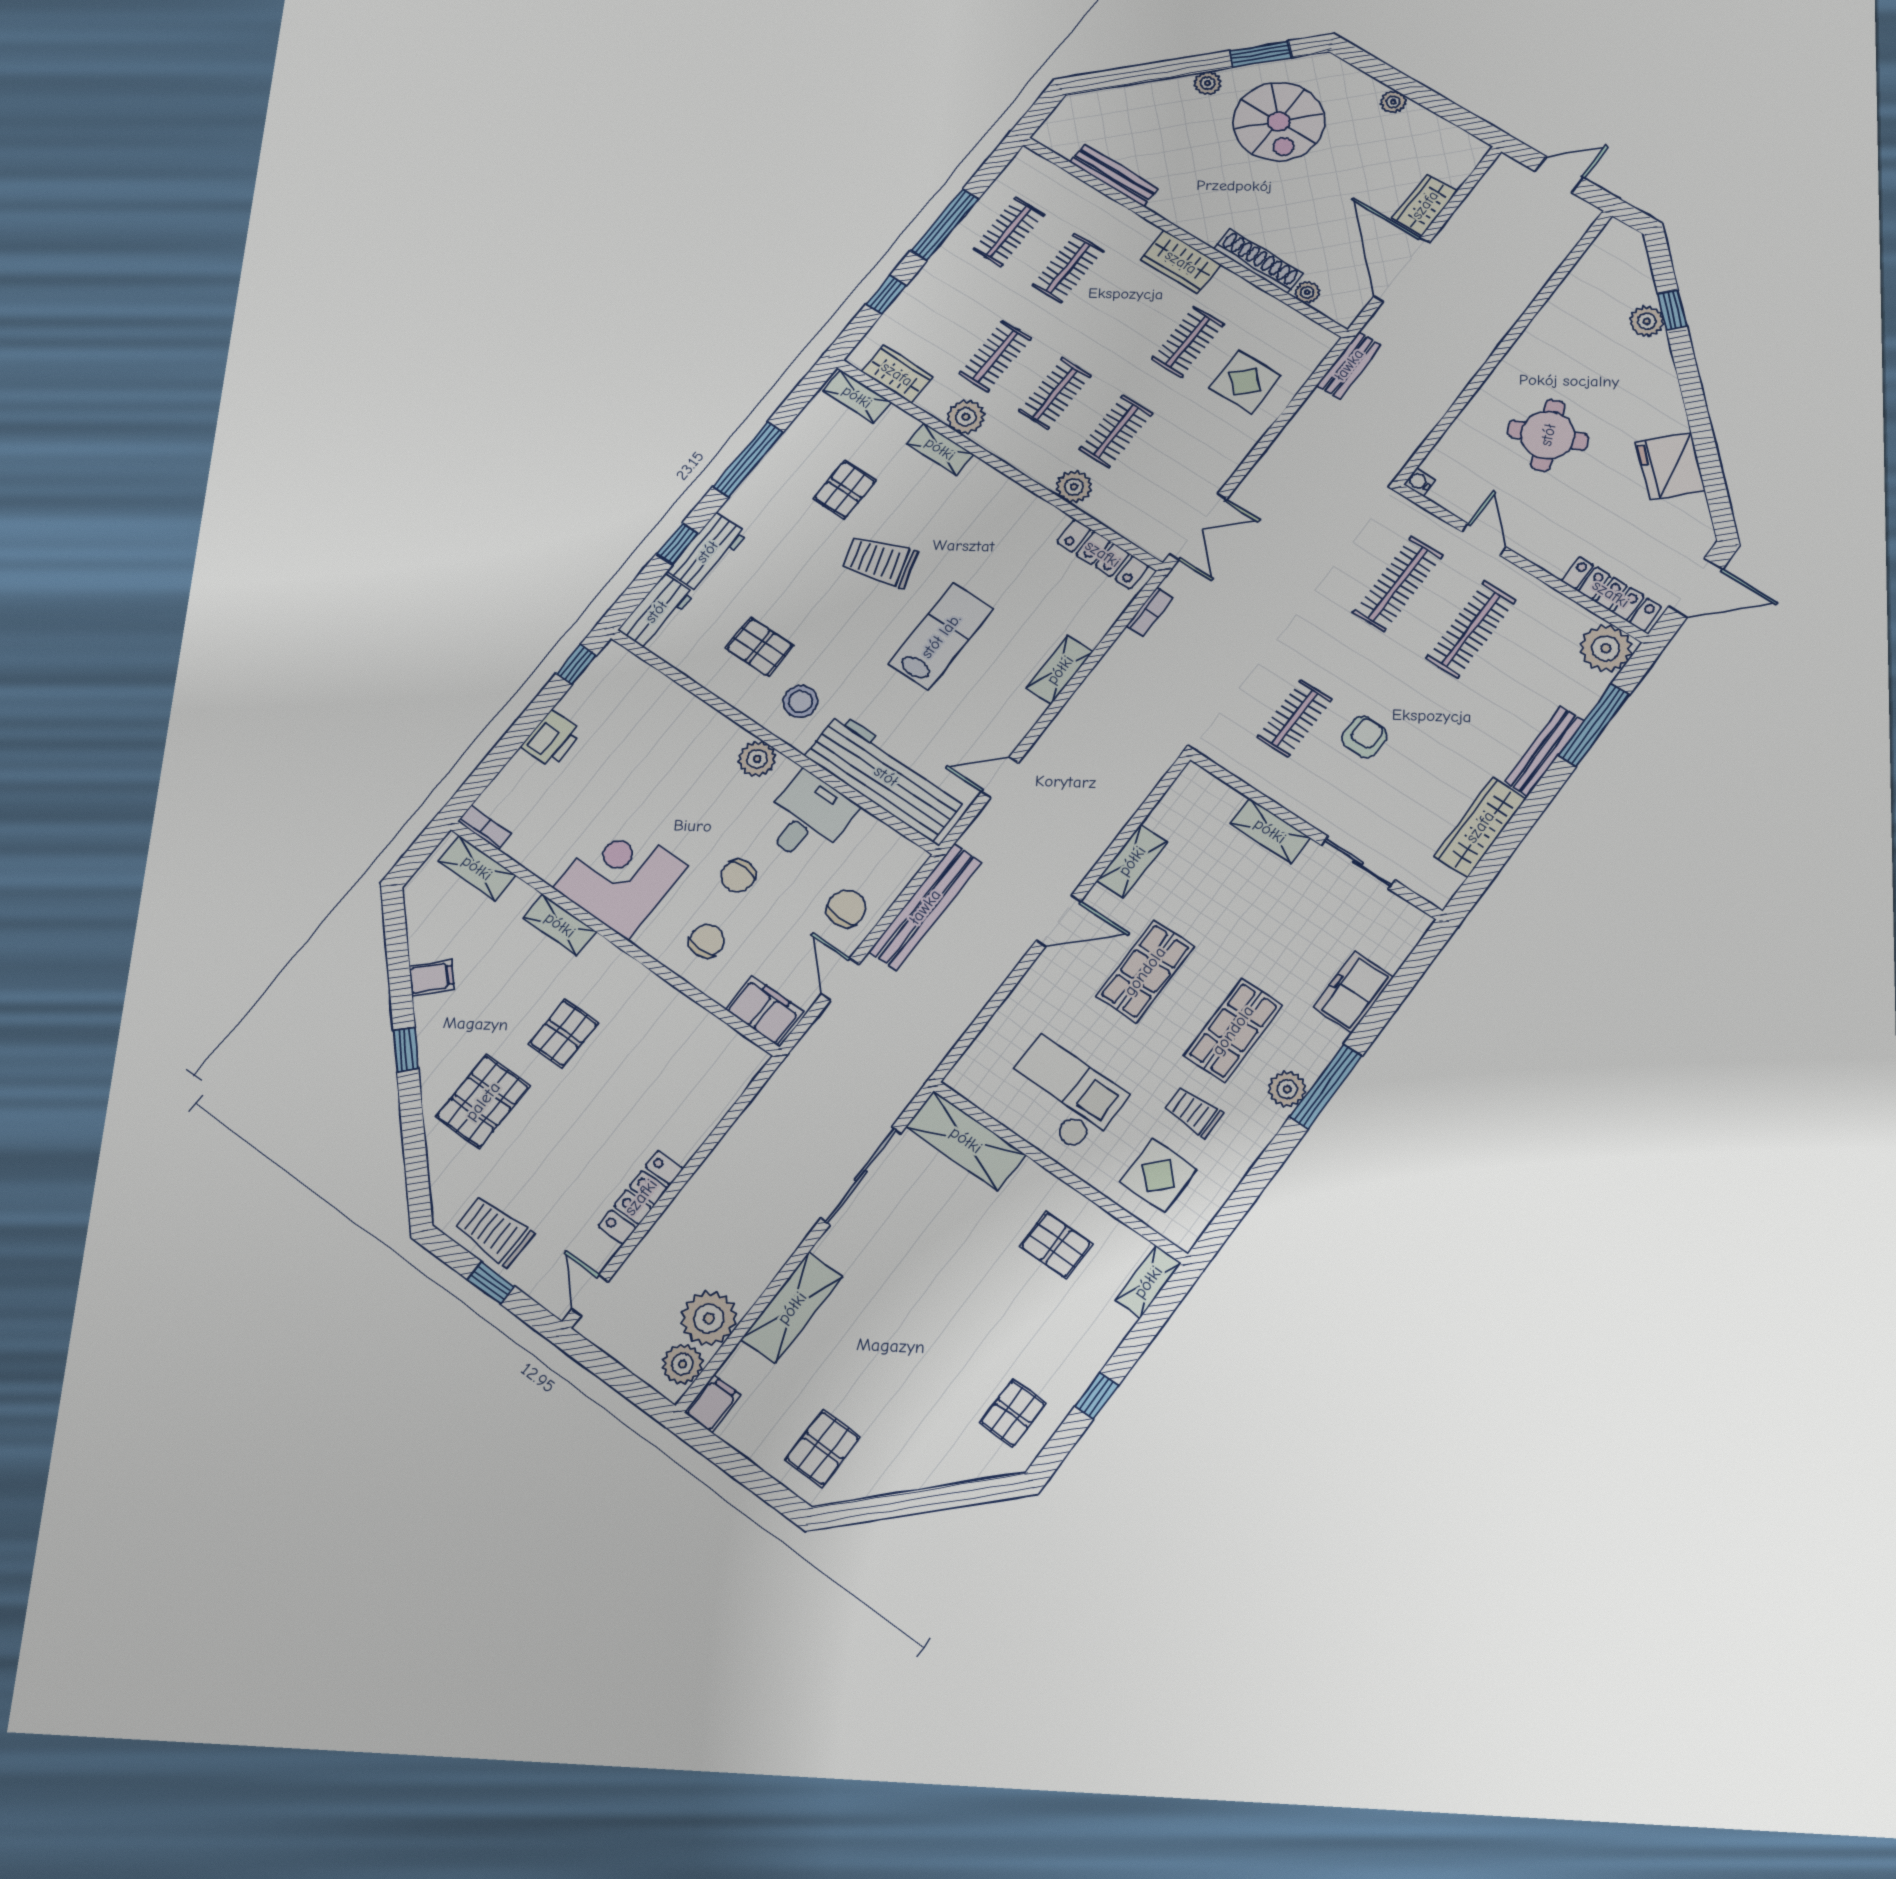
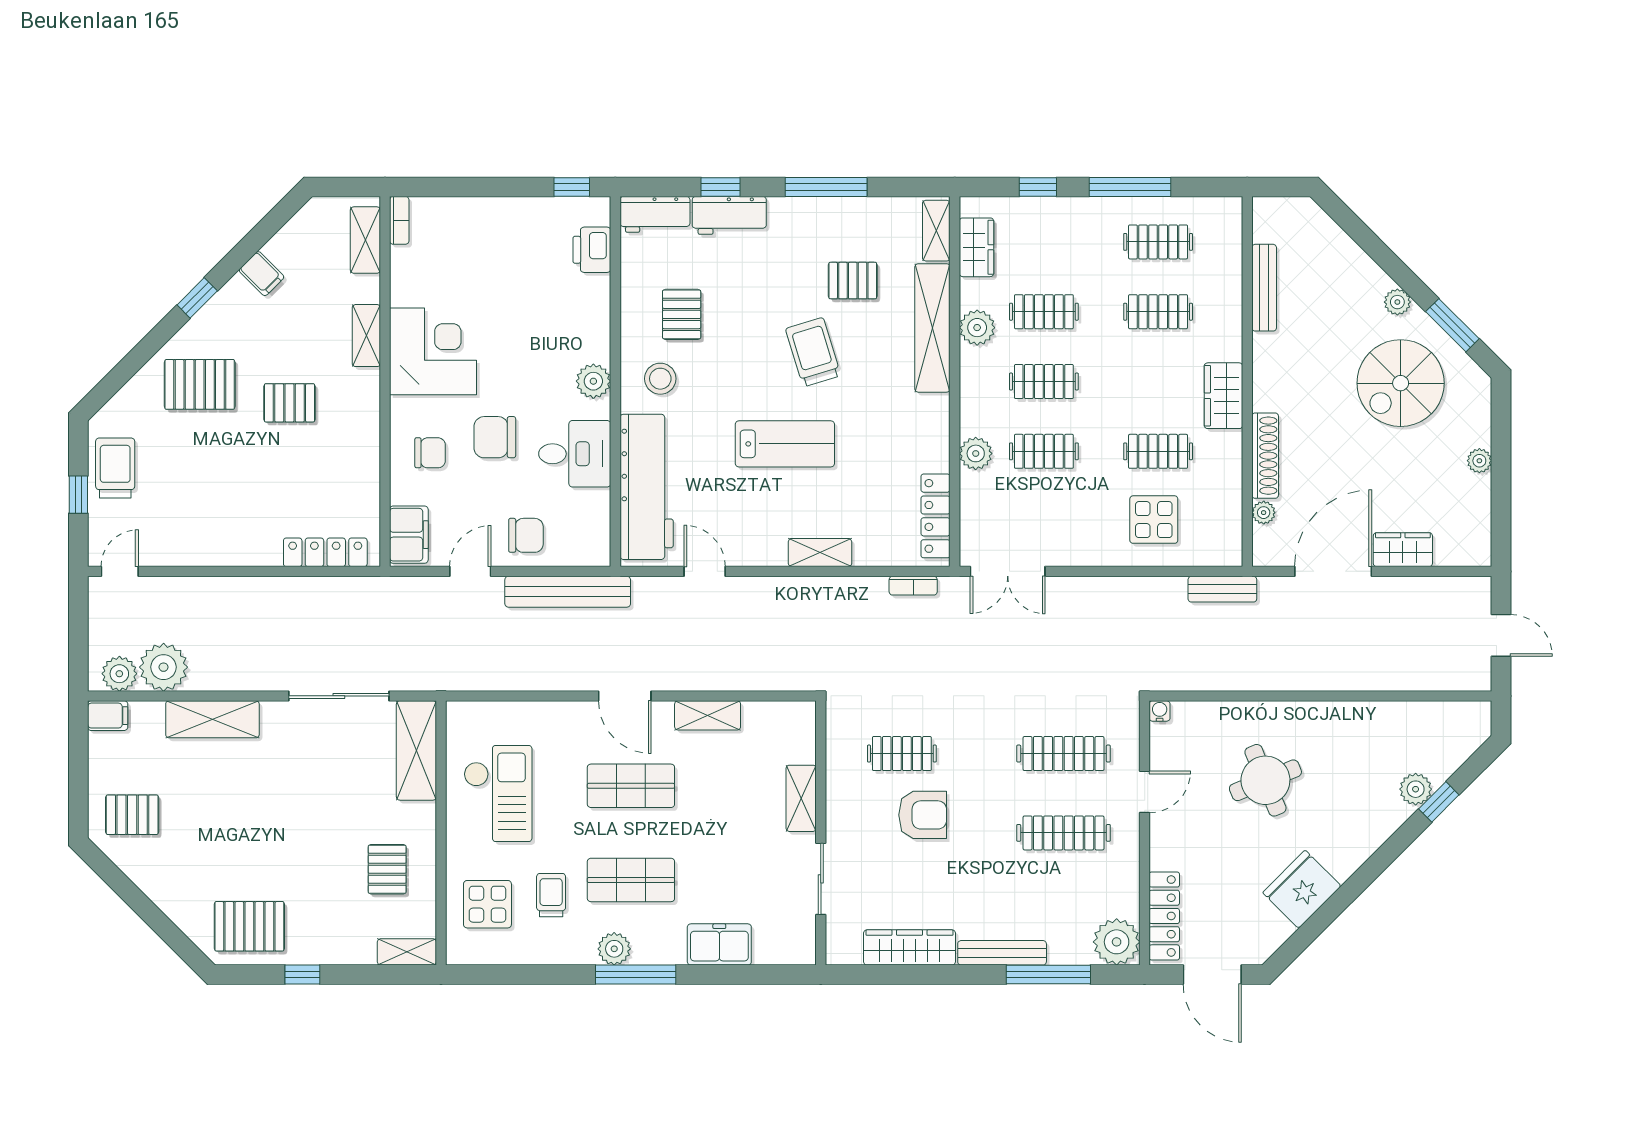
shelving: (940, 449) -> (932, 328), width x2.20, depth x1.33
armchair: (1365, 737) -> (923, 815), width x1.38, depth x1.38
printer: (551, 739) -> (592, 250), moved, turned 90
chair: (738, 876) -> (495, 437), width x1.37, depth x1.37
locker: (641, 1197) -> (325, 552), moved
pallet: (1013, 1413) -> (249, 926), width x1.50, depth x1.42

